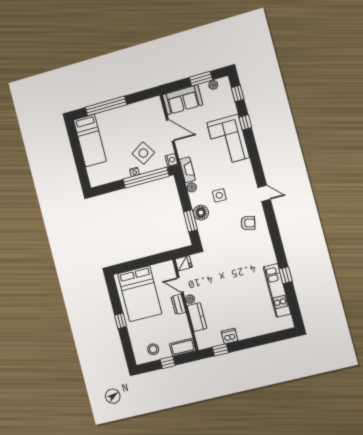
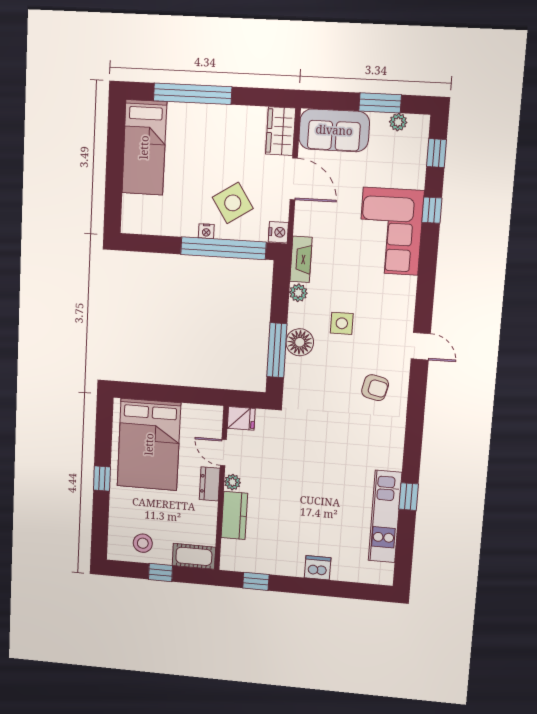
wardrobe: (156, 109) -> (281, 131), added
window: (190, 221) -> (277, 350), width x1.44
dishwasher: (230, 336) -> (318, 568), moved

